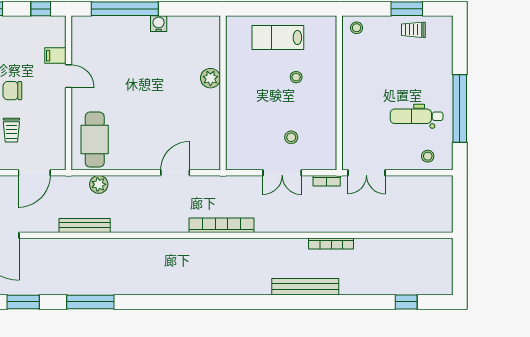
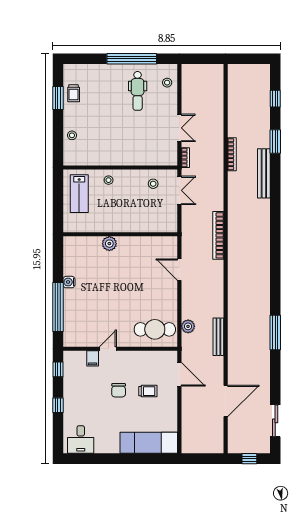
wall: (339, 93) -> (120, 167), moved
window: (23, 302) -> (275, 141), moved

